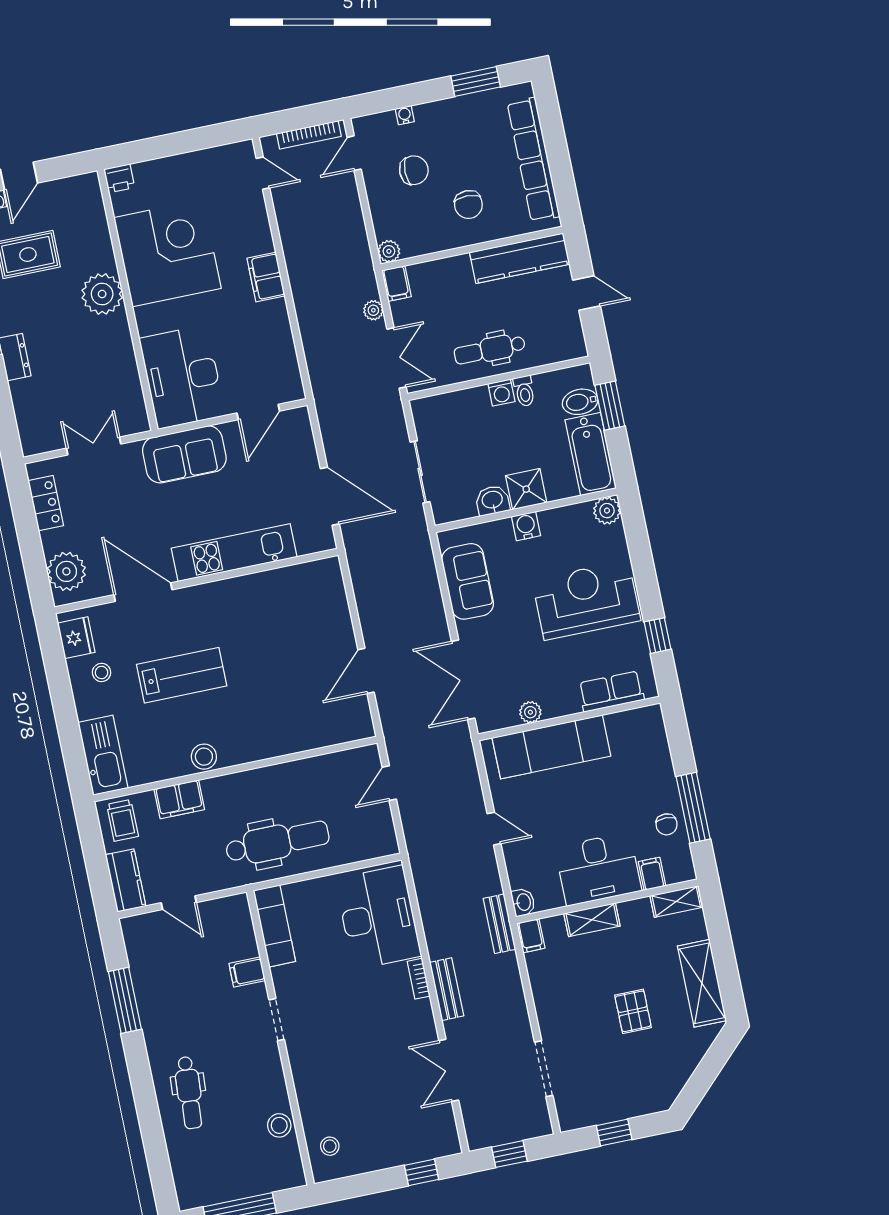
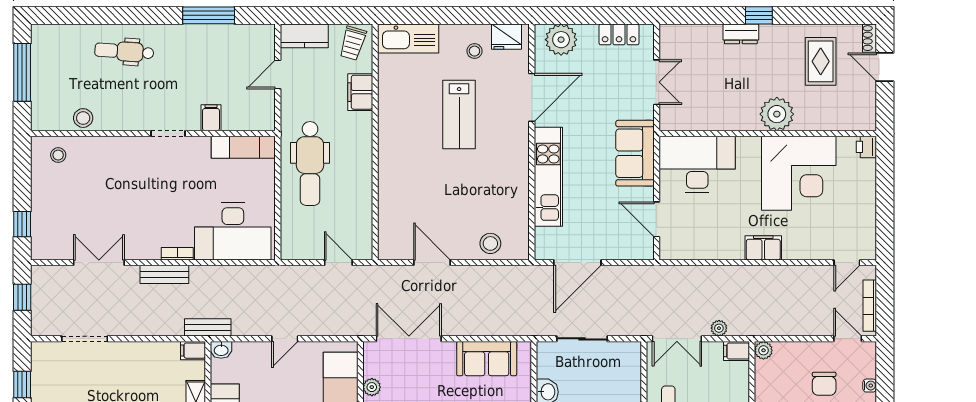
stool: (204, 757) -> (490, 243), moved
trolley: (123, 820) -> (353, 43), turned -74

